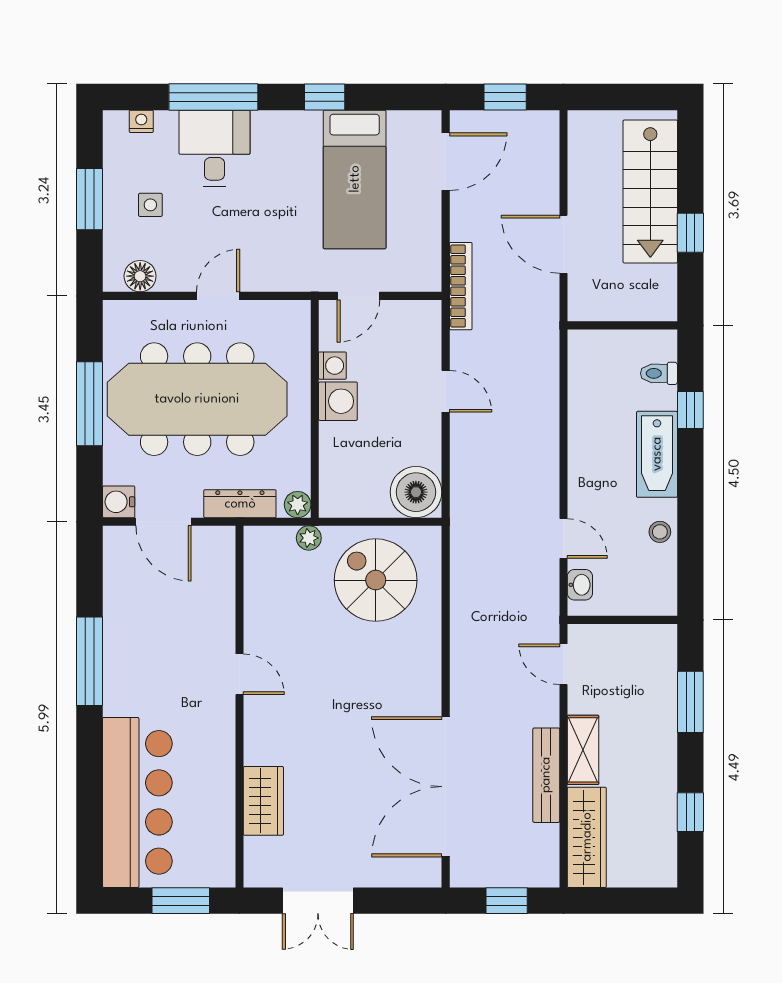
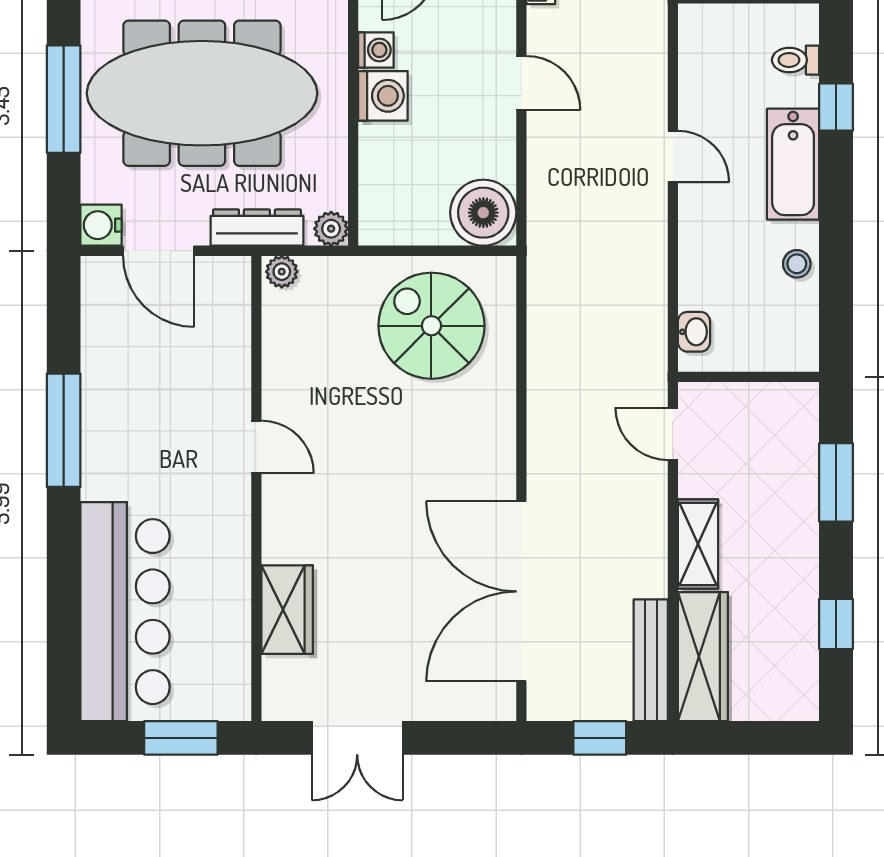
plant: (309, 538) -> (282, 272), moved
door: (563, 538) -> (673, 156), moved
bench: (546, 775) -> (651, 660), moved

